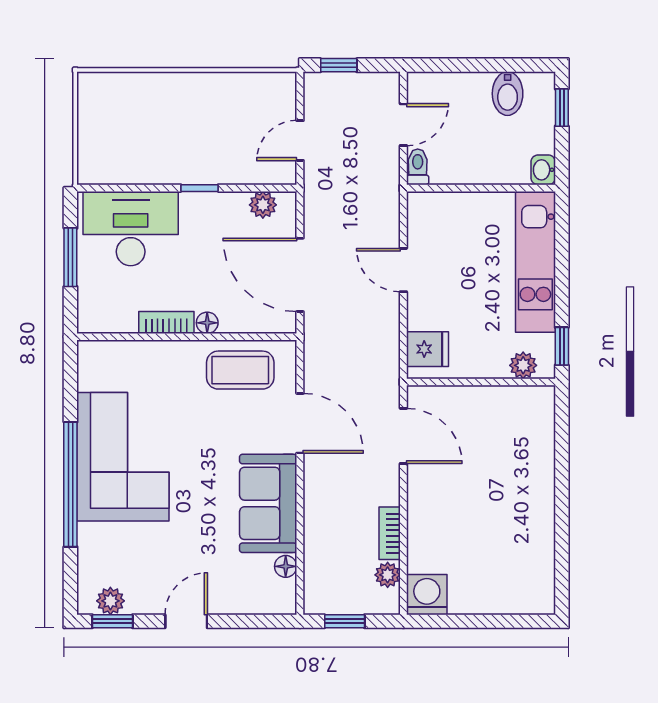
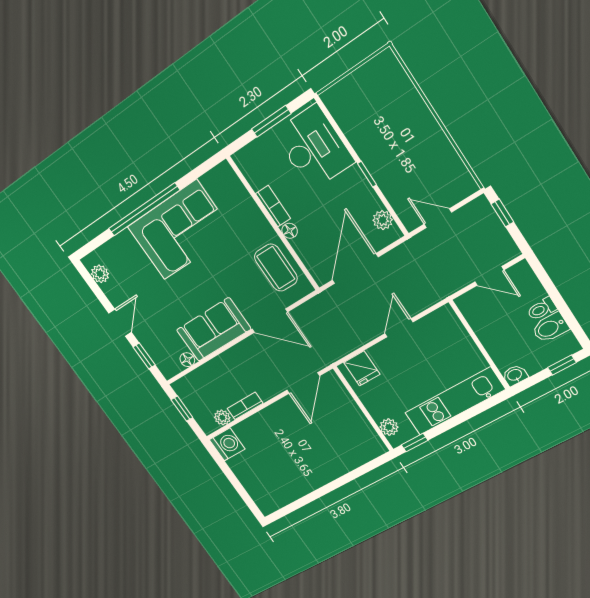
toilet: (418, 167) -> (542, 309), moved, turned 180
door: (300, 423) -> (270, 321), hinge flipped
window: (112, 621) -> (144, 356), moved
door: (186, 621) -> (120, 323), hinge flipped

